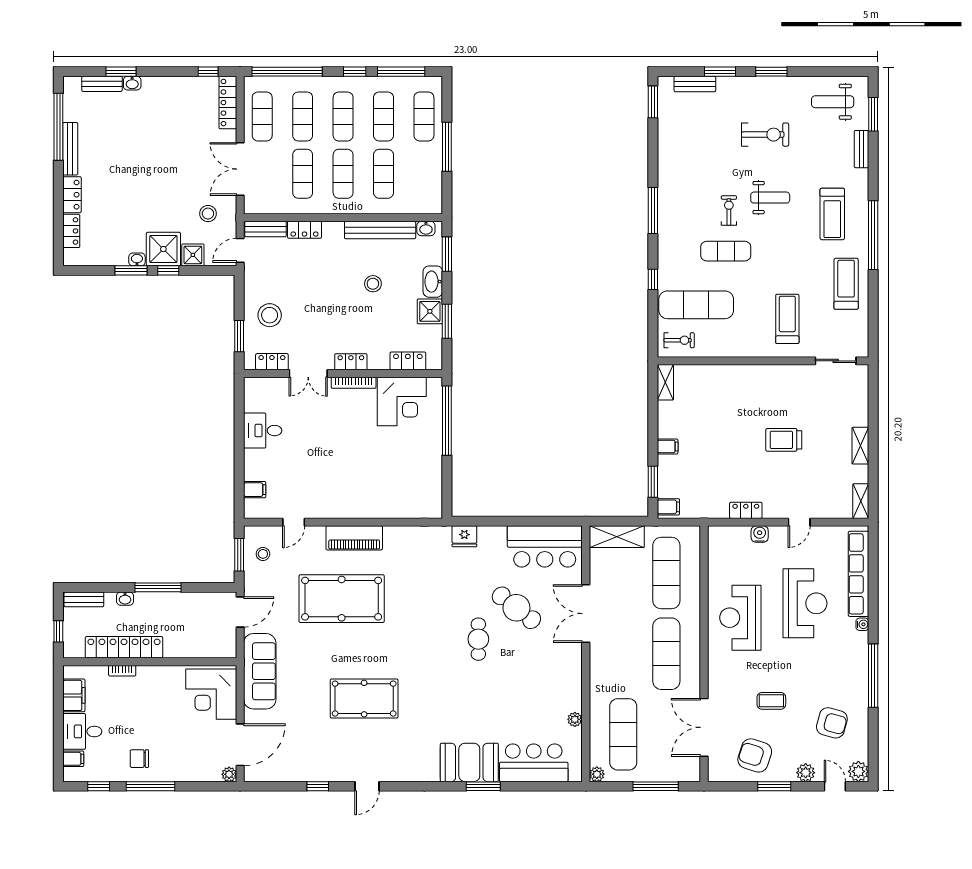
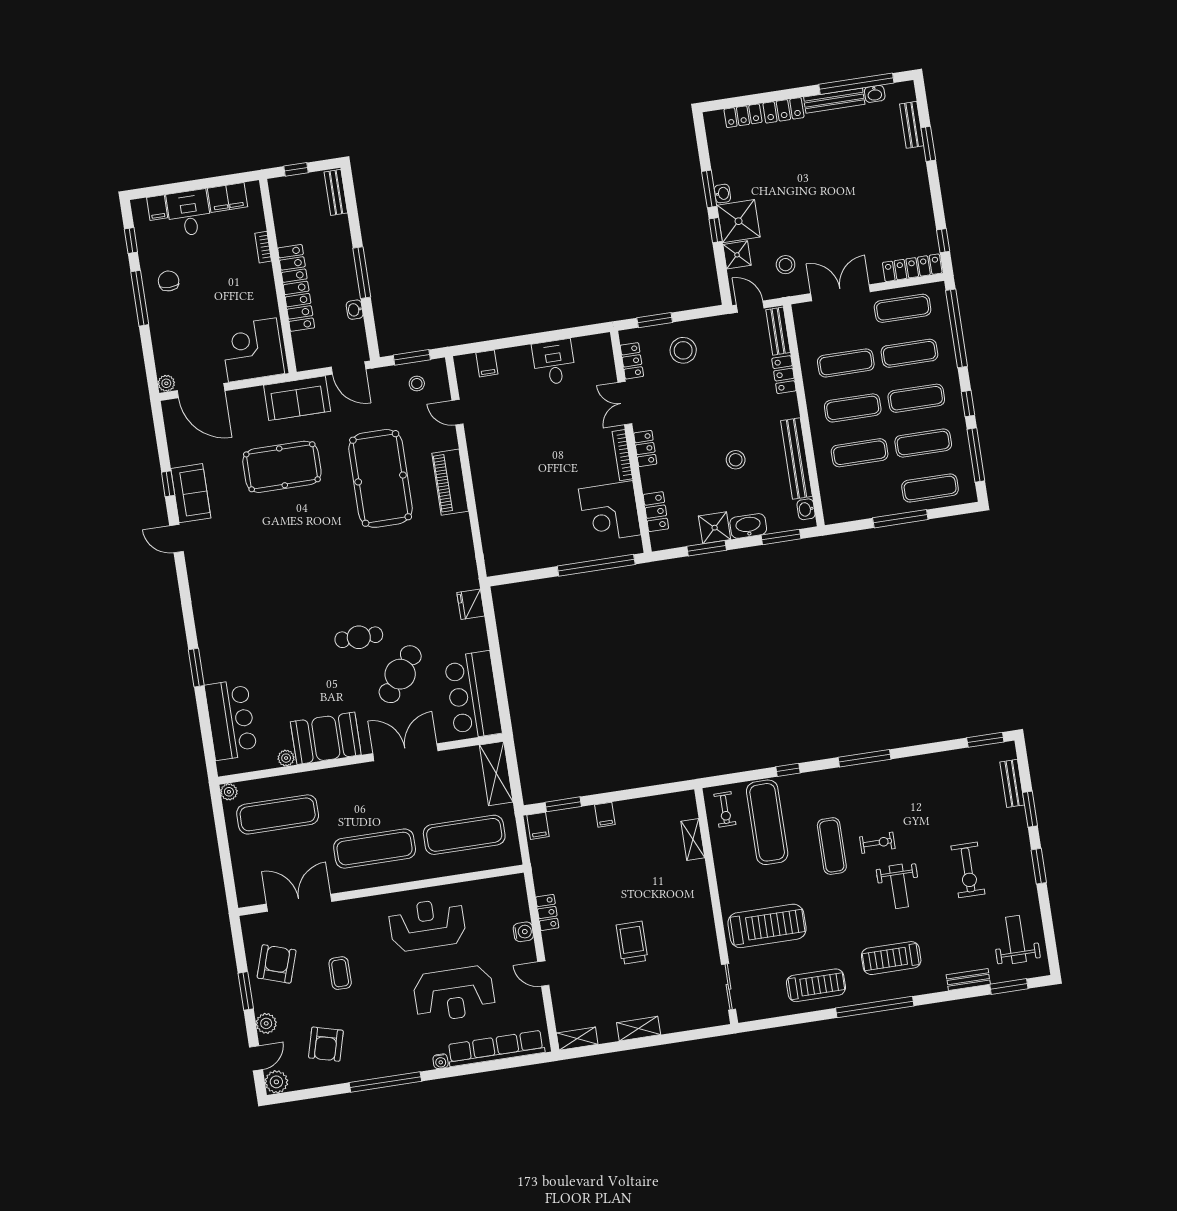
washbasin: (132, 83) -> (875, 94), moved, turned -90
treadmill: (787, 319) -> (767, 926), width x1.37, depth x1.38
shelving: (665, 382) -> (693, 840), moved, turned 90
washbasin: (125, 599) -> (355, 310), moved
locker: (124, 647) -> (296, 288), moved
sofa: (260, 671) -> (297, 398), width x0.73
pool table: (364, 699) -> (282, 467), moved, turned 90
booth: (469, 762) -> (326, 738), moved, turned 90
sofa: (329, 768) -> (191, 493), added
window: (656, 786) -> (226, 859), removed

